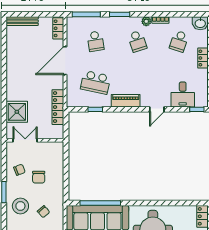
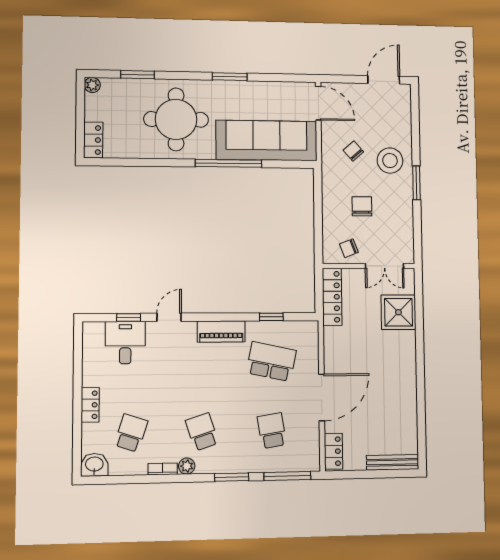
locker: (58, 107) -> (332, 297), moved
window: (197, 109) -> (129, 317), moved
chair: (19, 170) -> (349, 248), moved
window: (100, 203) -> (229, 163), moved

